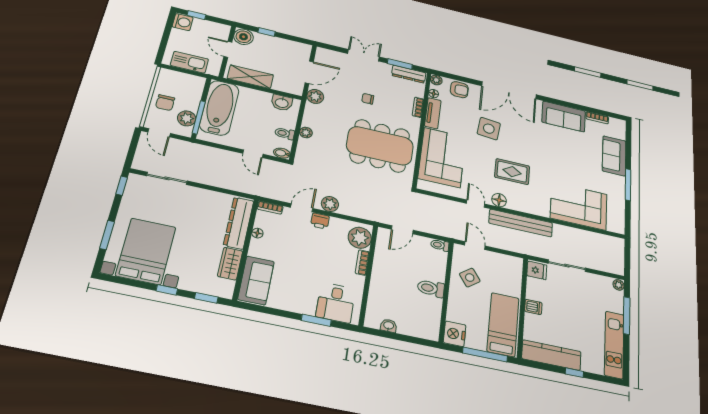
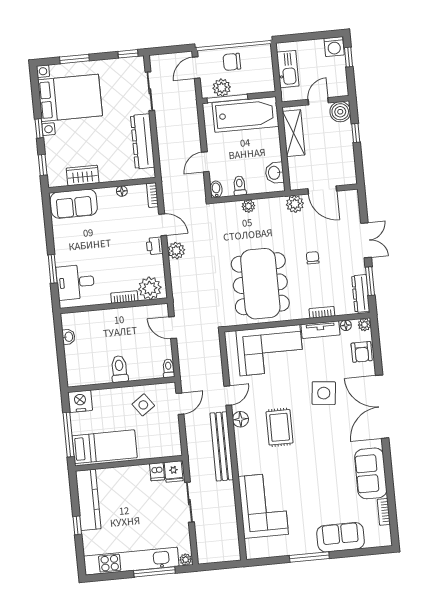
dresser: (239, 223) -> (143, 141), moved, turned -90
dishwasher: (533, 307) -> (157, 472), moved
kitchen unit: (614, 345) -> (131, 561), width x1.36

